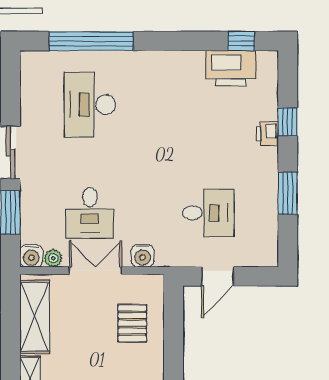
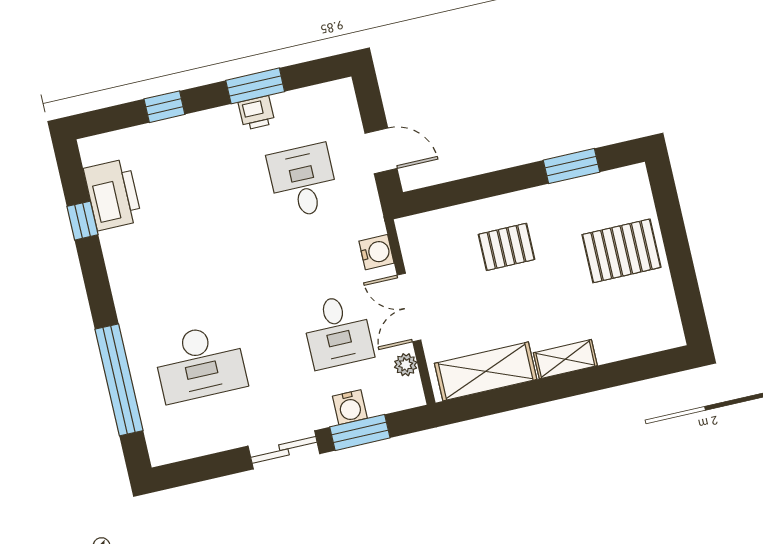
window: (241, 41) -> (83, 221), moved
printer: (267, 134) -> (257, 113), moved
desk: (90, 213) -> (338, 331), turned 90
water cooler: (31, 256) -> (350, 407), moved, turned 90
pallet: (132, 323) -> (506, 247), moved

